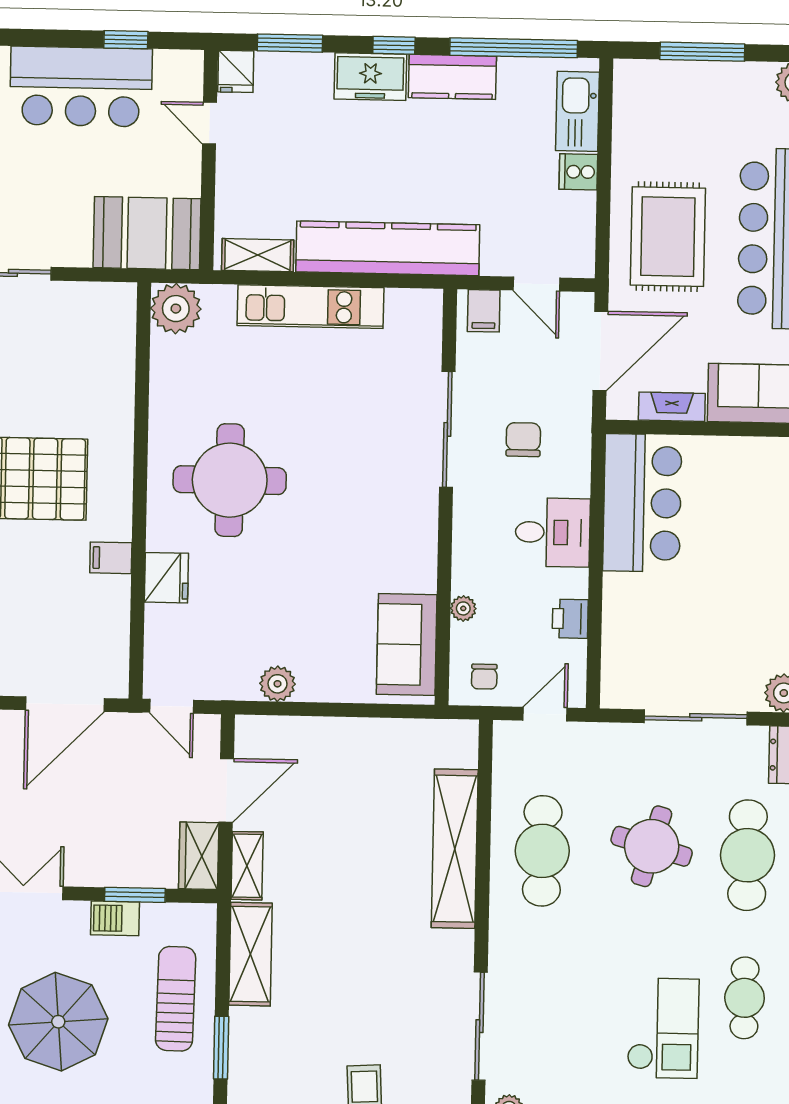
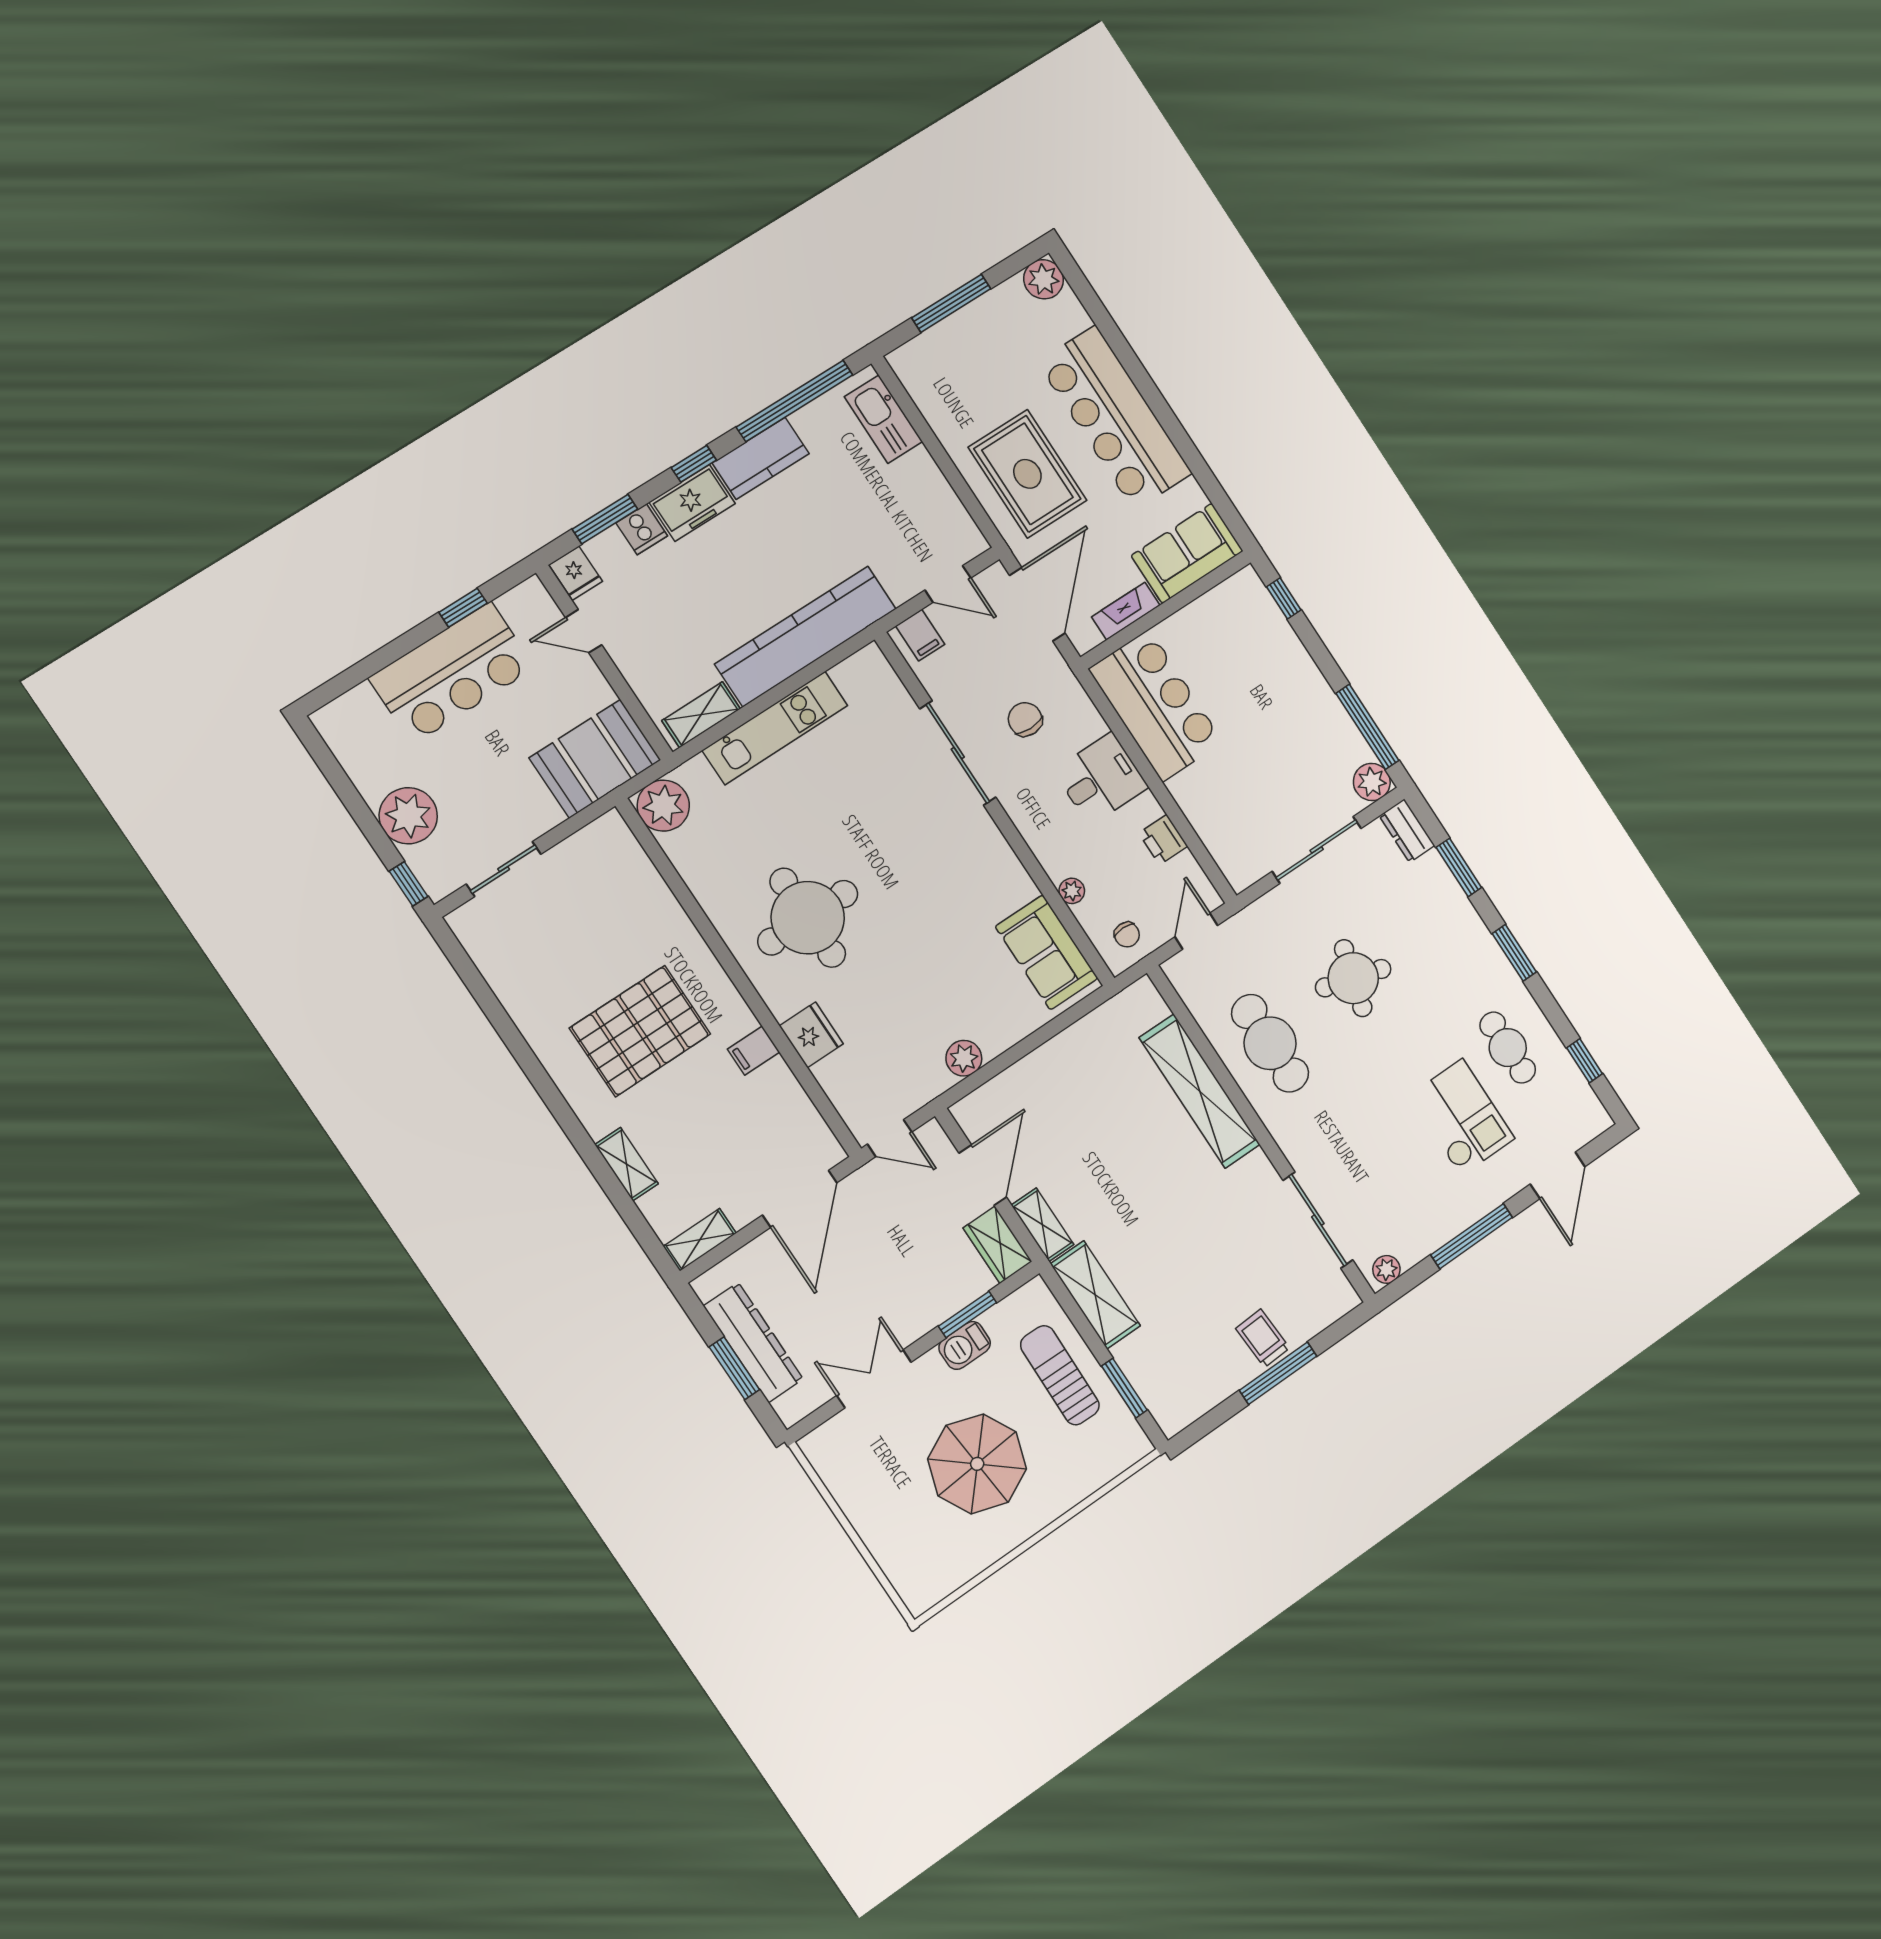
cooker: (578, 172) -> (642, 529), moved, turned -90
cafe table: (748, 855) -> (1432, 932), removed

